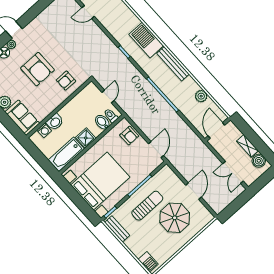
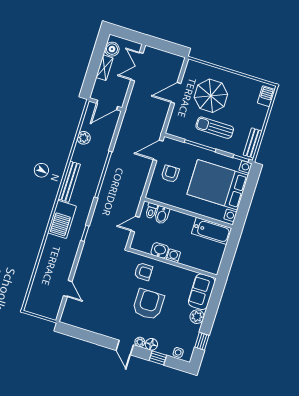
washbasin: (55, 122) -> (160, 250), moved
washing machine: (44, 130) -> (173, 256), moved
armchair: (129, 136) -> (170, 174), moved
shower: (86, 138) -> (186, 222), removed
double door: (233, 172) -> (137, 67), swing flipped

